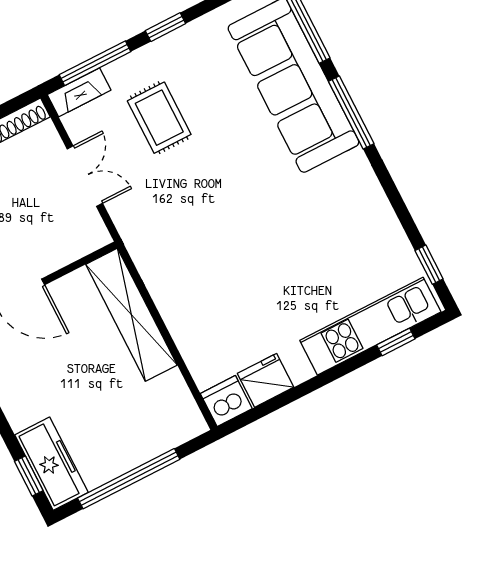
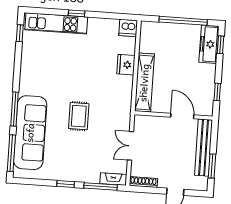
rug: (159, 118) -> (79, 116), moved
window: (396, 342) -> (77, 13), moved
fridge: (266, 380) -> (126, 65), moved, turned 90

